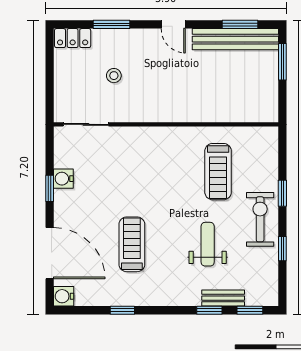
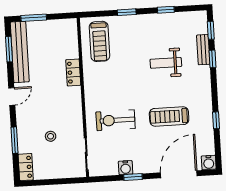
locker: (202, 113) -> (73, 72), added
treadmill: (218, 172) -> (99, 41), moved, turned 90
exercise bike: (260, 219) -> (116, 120), moved

